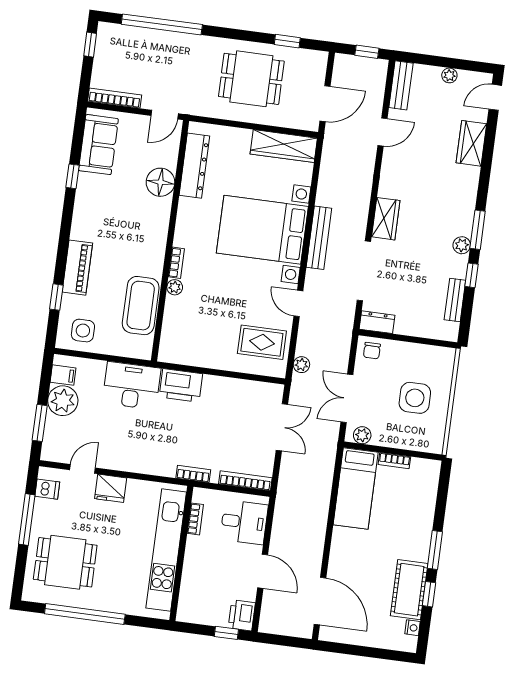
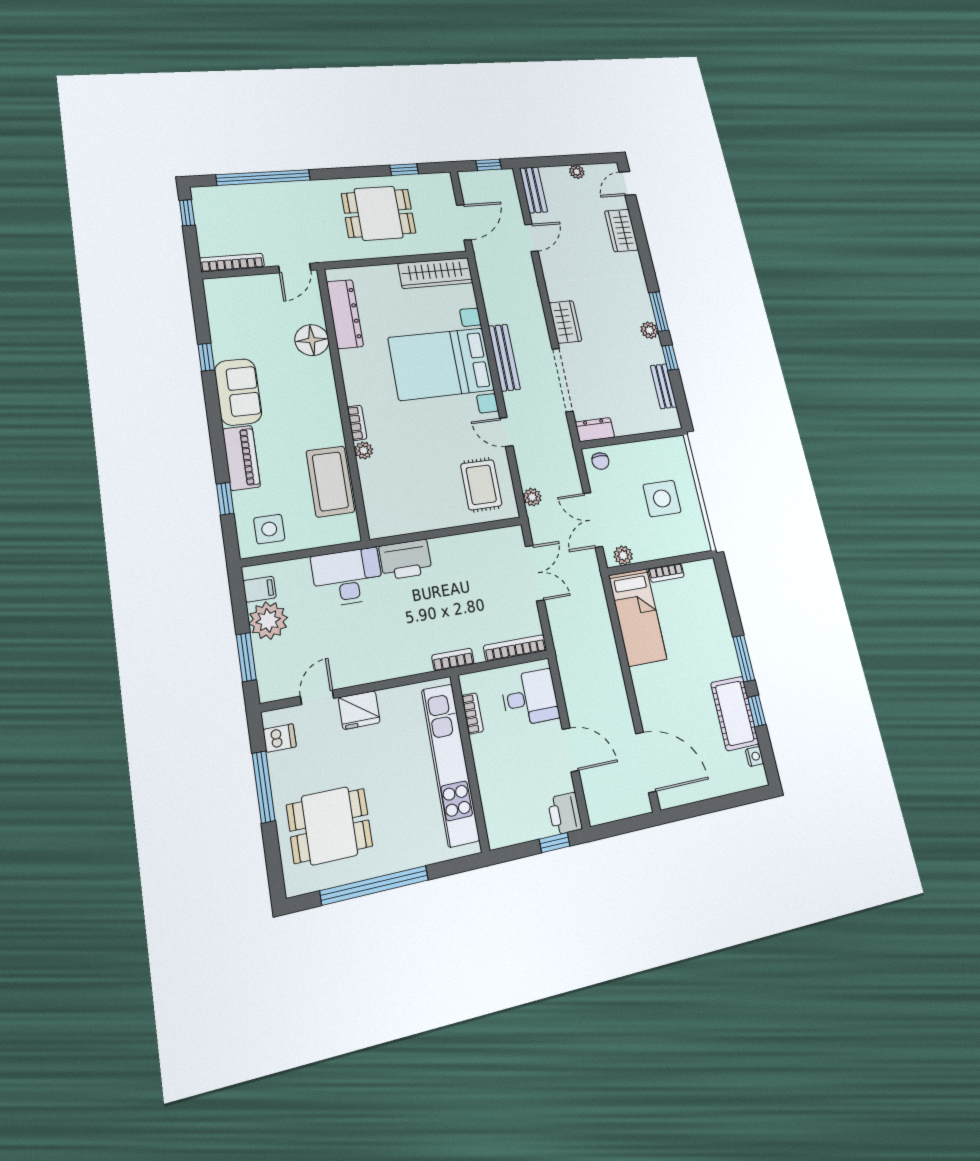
sofa: (98, 145) -> (238, 392), moved
rug: (262, 342) -> (481, 485), turned 90

